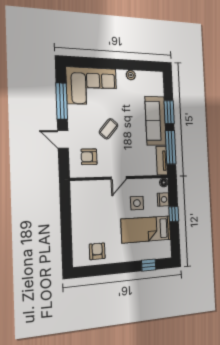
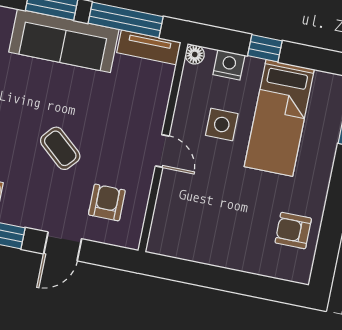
armchair: (89, 157) -> (107, 202), turned 180

